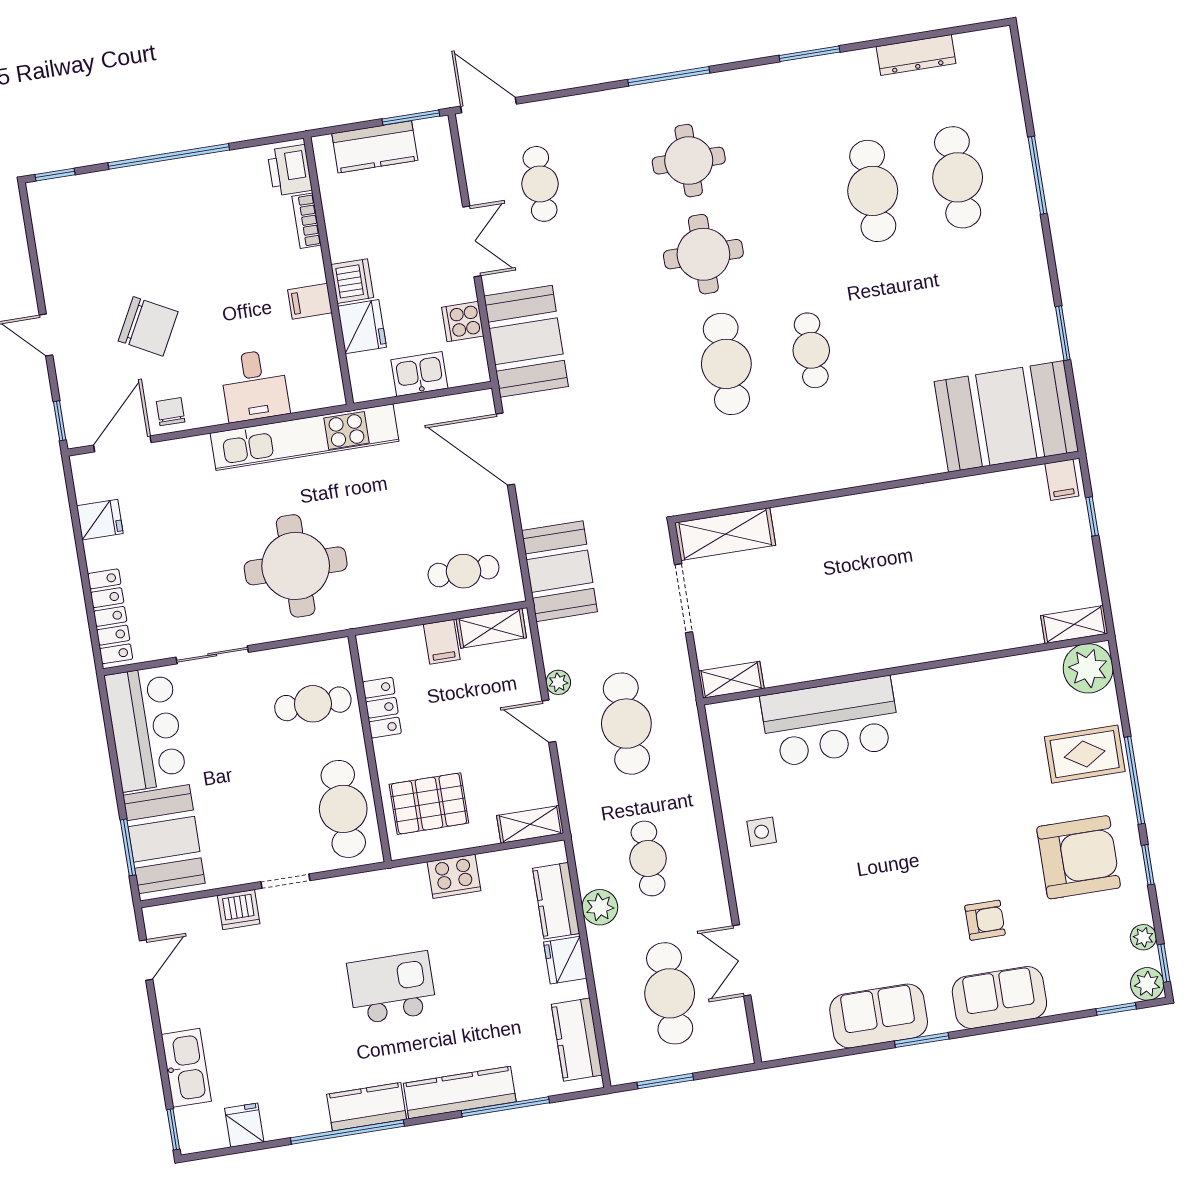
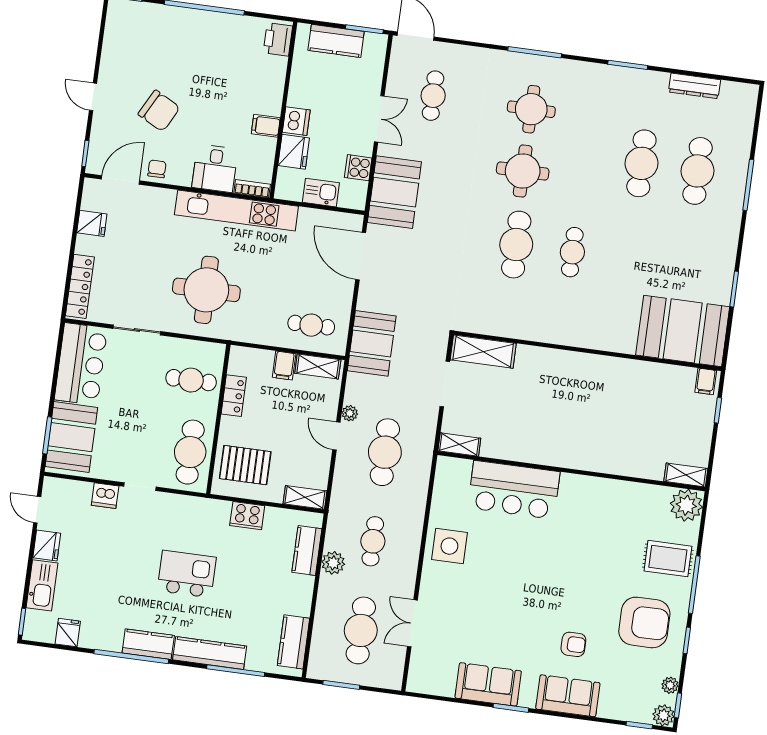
bookcase: (307, 221) -> (252, 189), moved, turned 90
side table: (762, 832) -> (449, 546), width x1.87, depth x1.87
door: (146, 960) -> (37, 510), swing flipped
fridge: (565, 960) -> (47, 546), moved, turned 180

